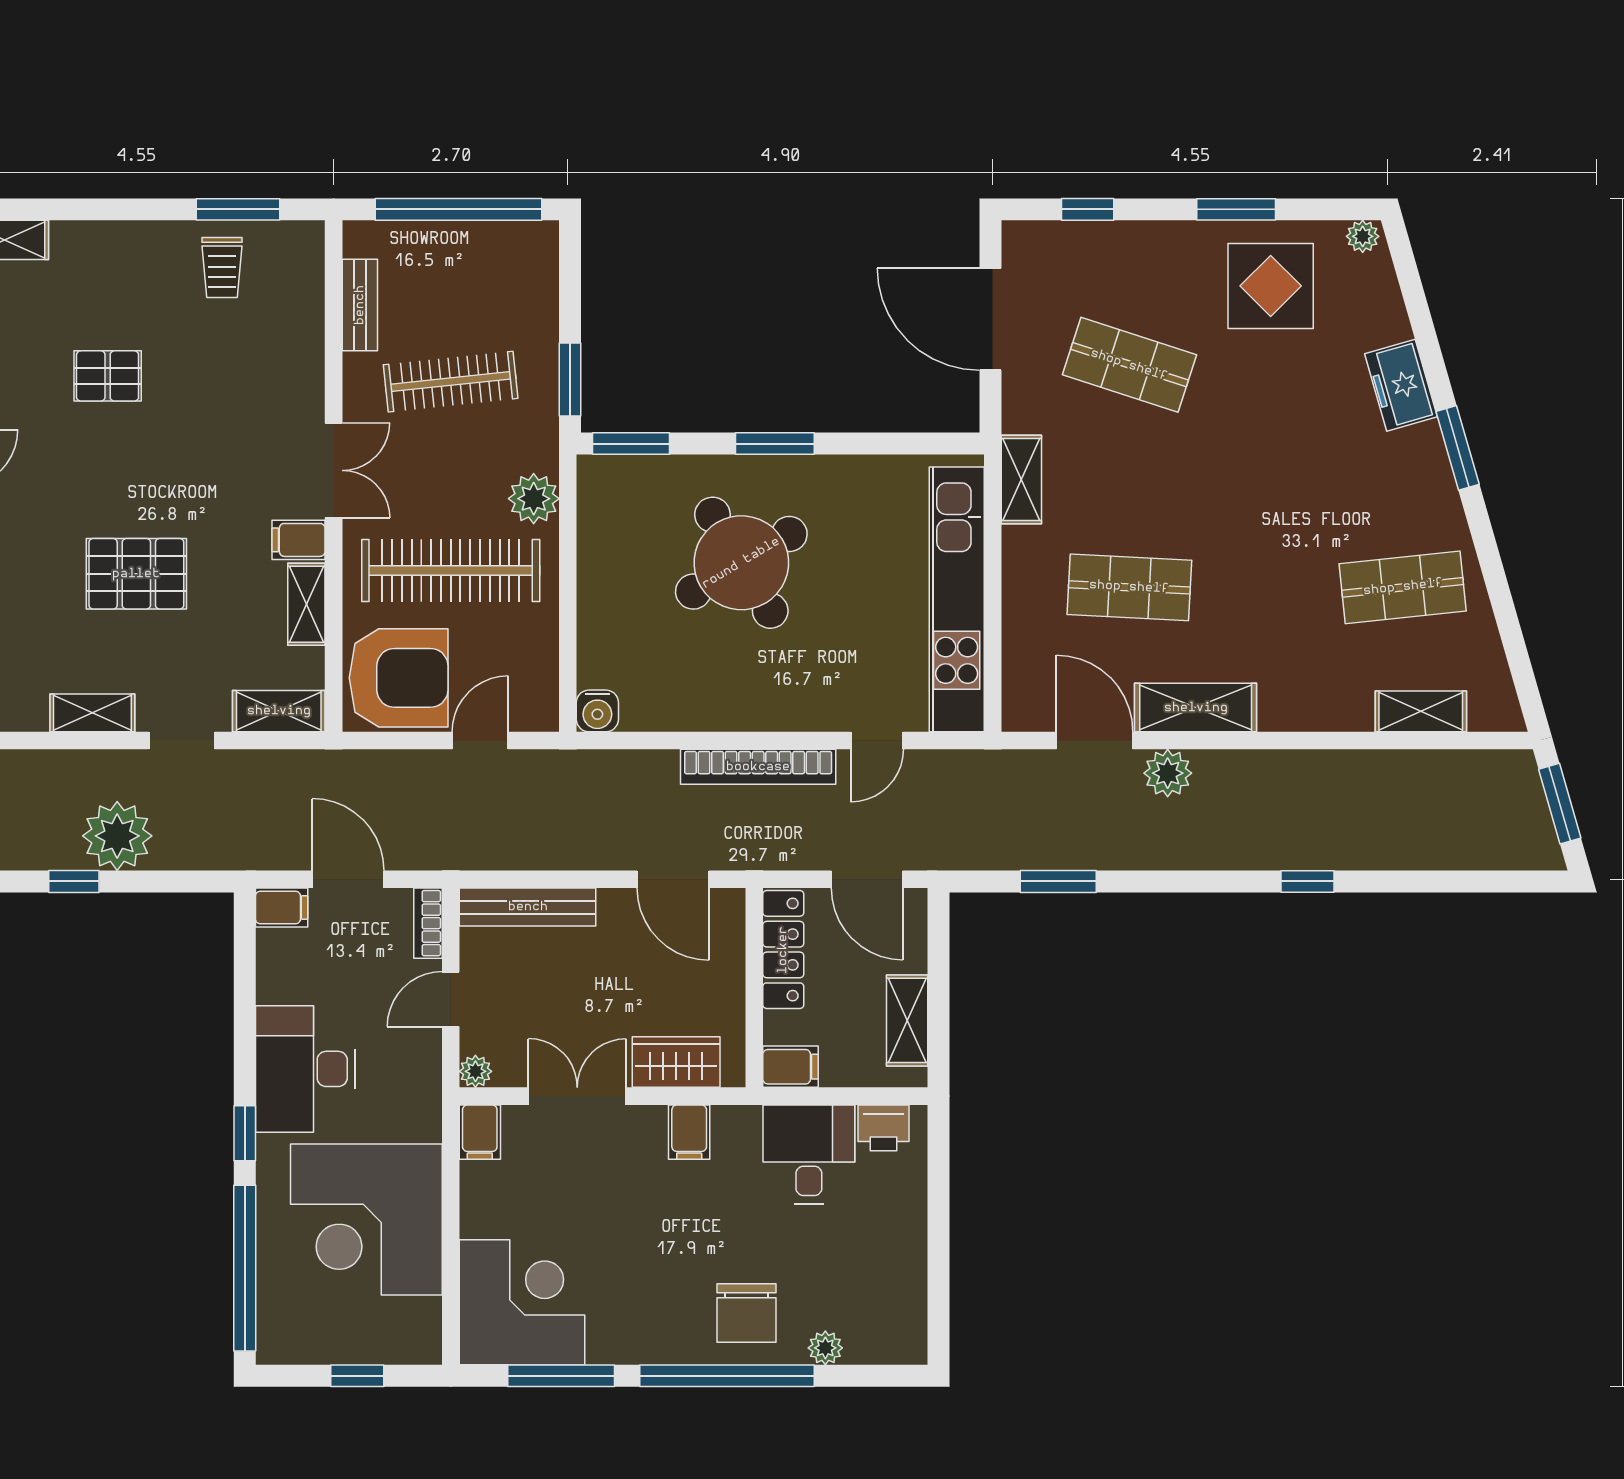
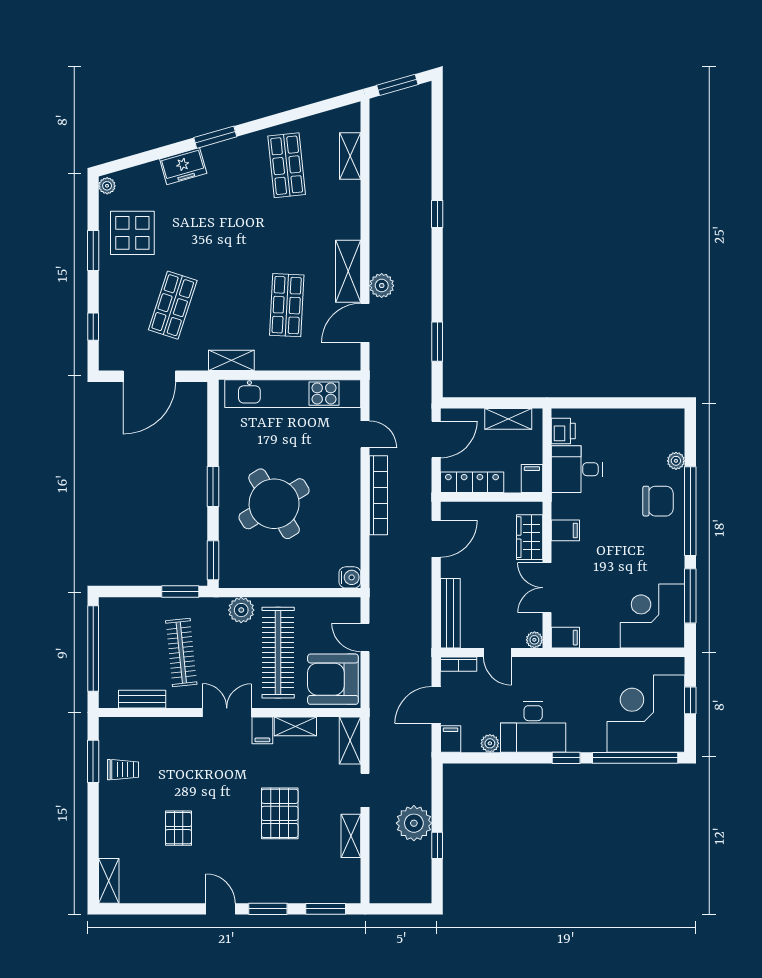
armchair: (399, 678) -> (333, 679), turned -90
plant: (273, 984) -> (490, 743), added
corner desk: (366, 1219) -> (646, 714), moved, turned 180

